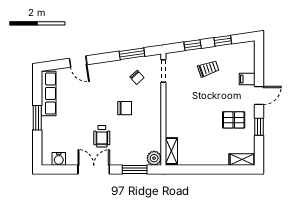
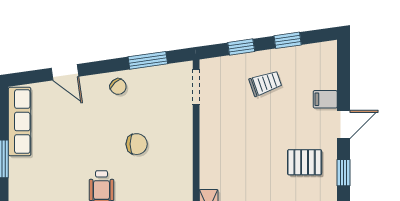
chair: (137, 77) -> (118, 87), moved

